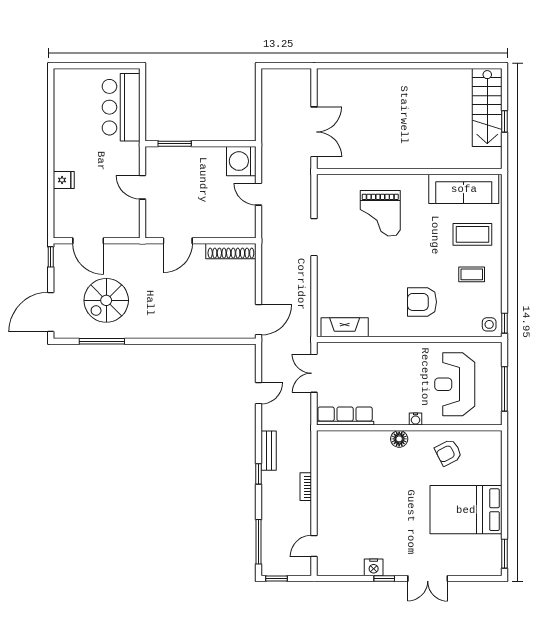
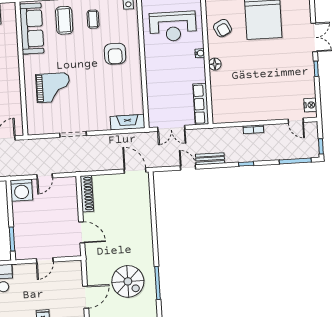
fireplace: (345, 327) -> (128, 122), moved, turned 90
bench: (269, 451) -> (210, 159), moved
nightstand: (374, 567) -> (310, 105), moved

